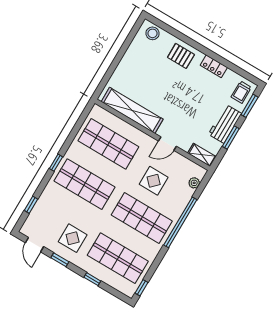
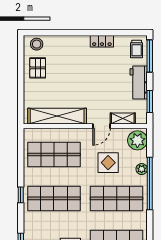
pallet: (181, 56) -> (38, 68), moved, turned 90
window: (250, 106) -> (150, 56), width x1.44
window: (231, 138) -> (150, 101), moved
shelving: (202, 155) -> (123, 119), moved
plant: (194, 183) -> (137, 140), width x1.88, depth x1.88
plant: (181, 205) -> (142, 169), added

